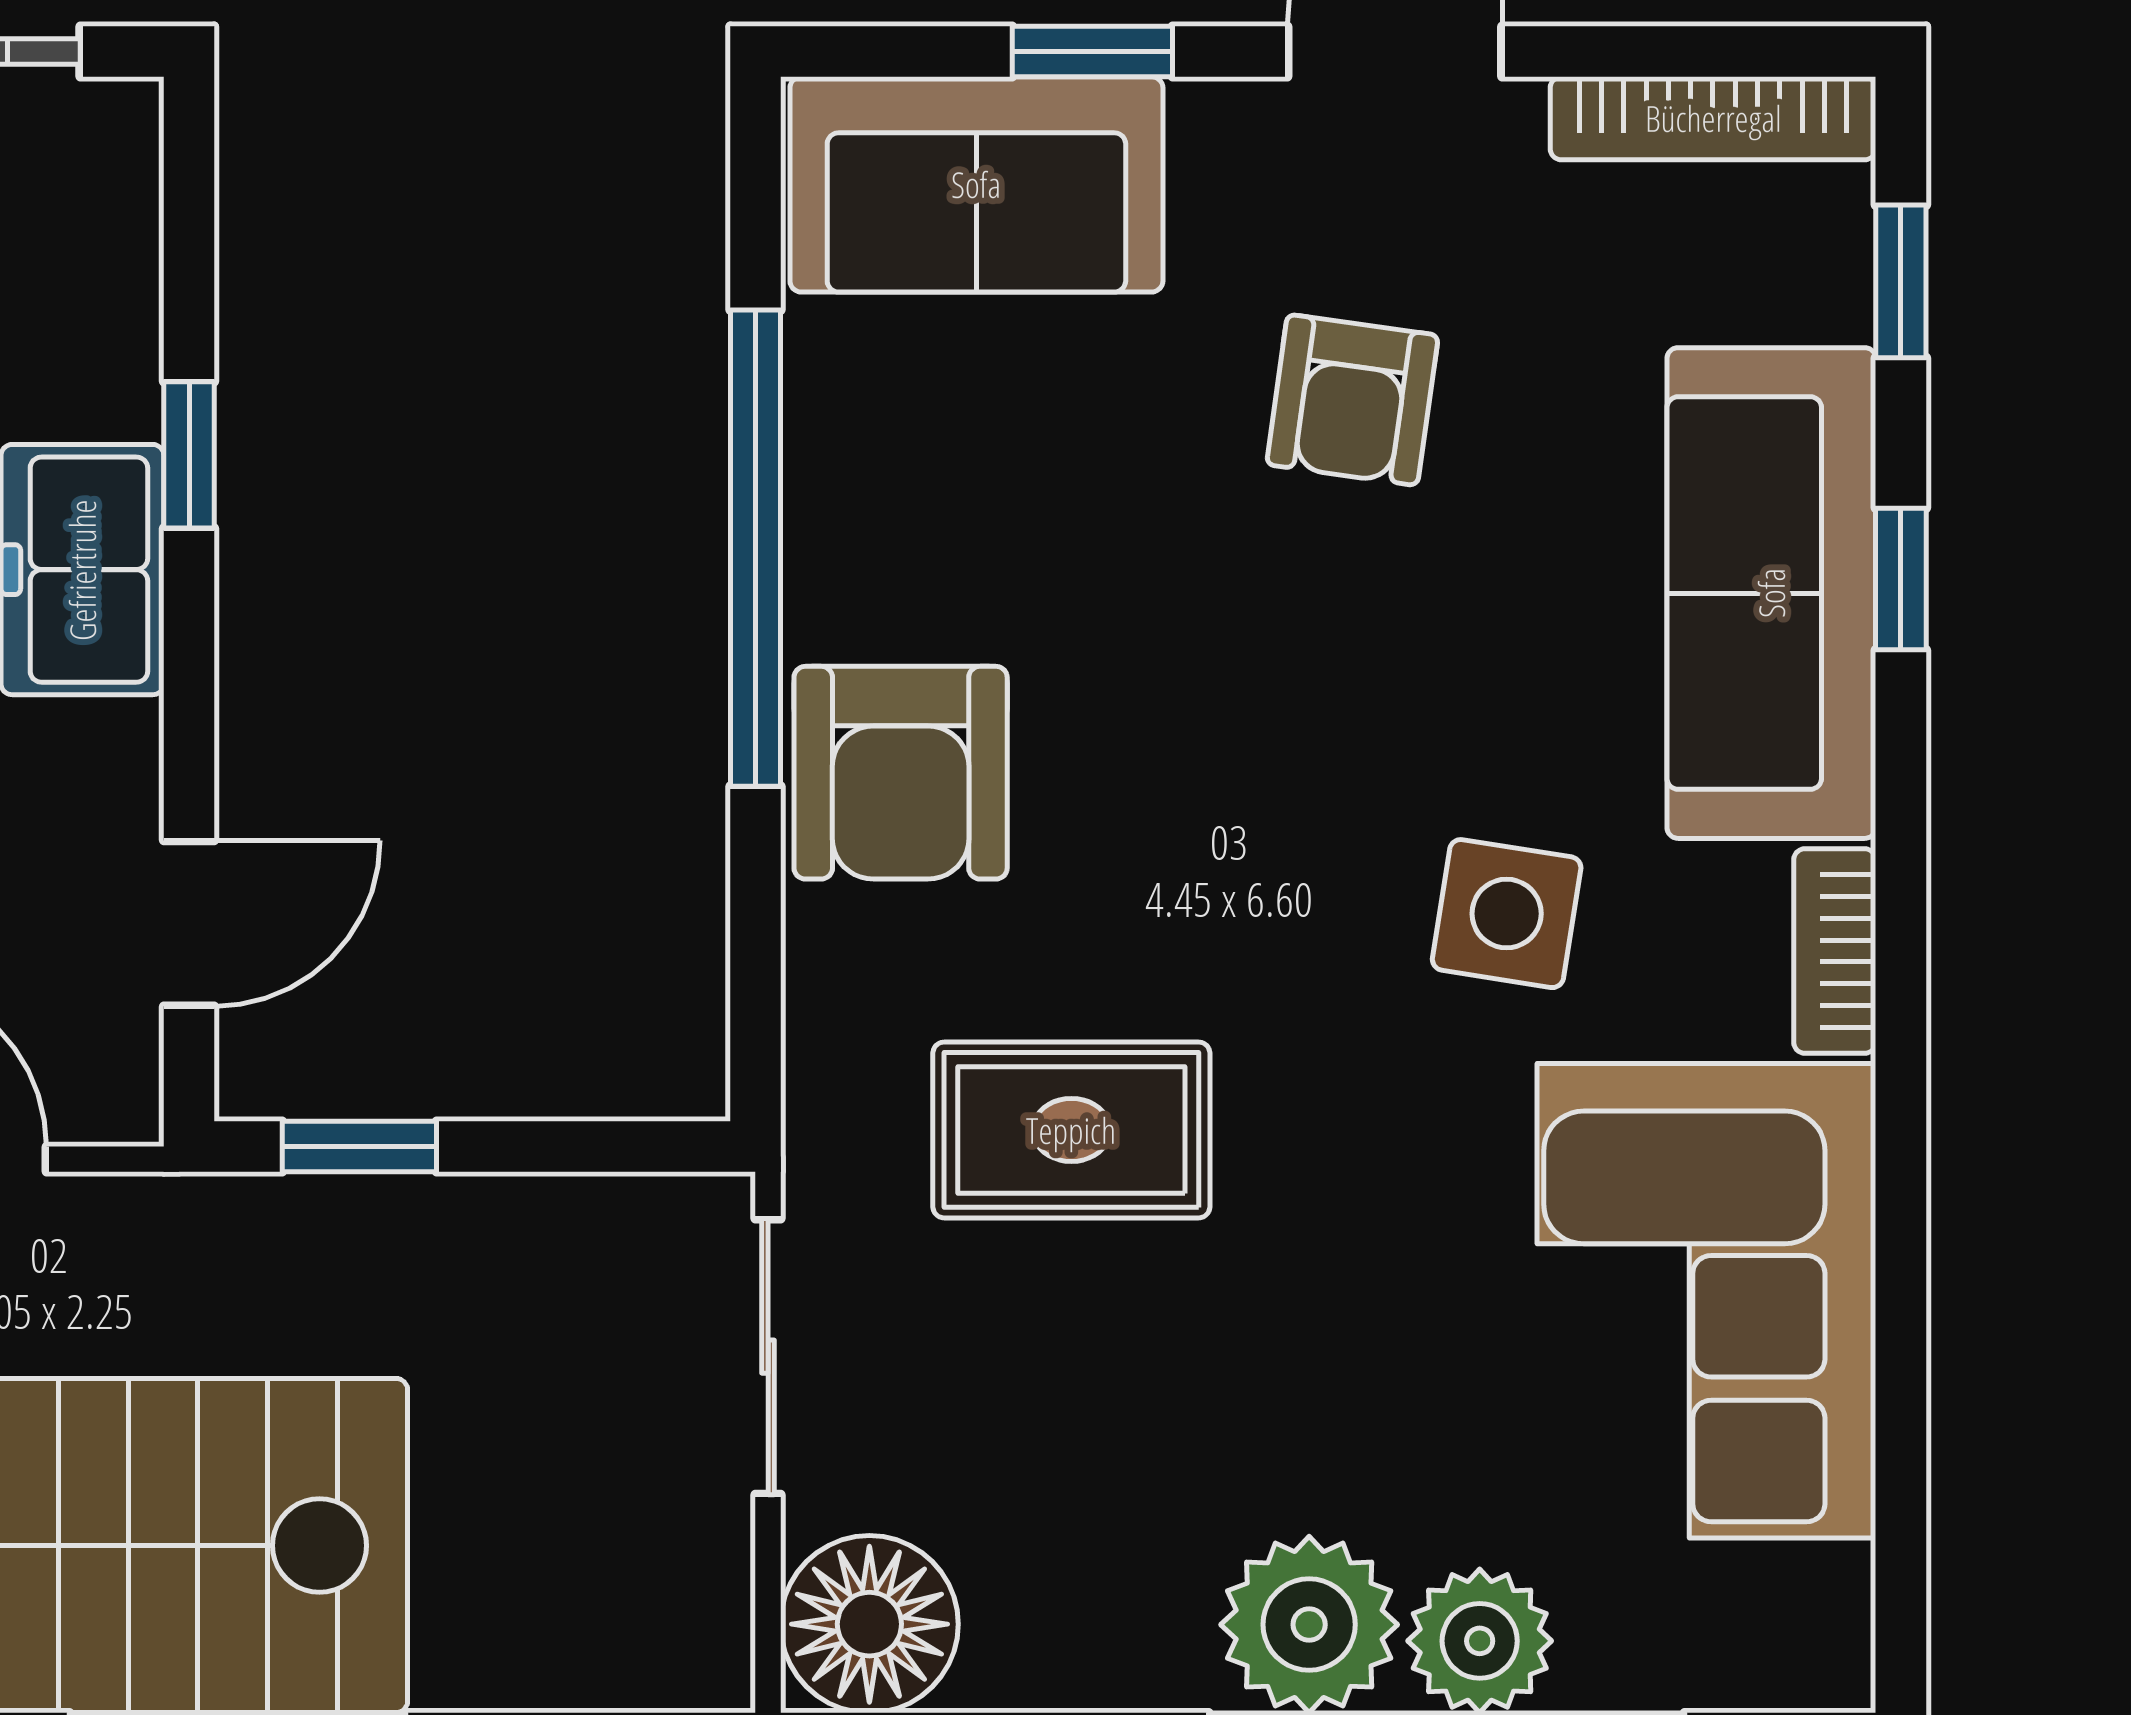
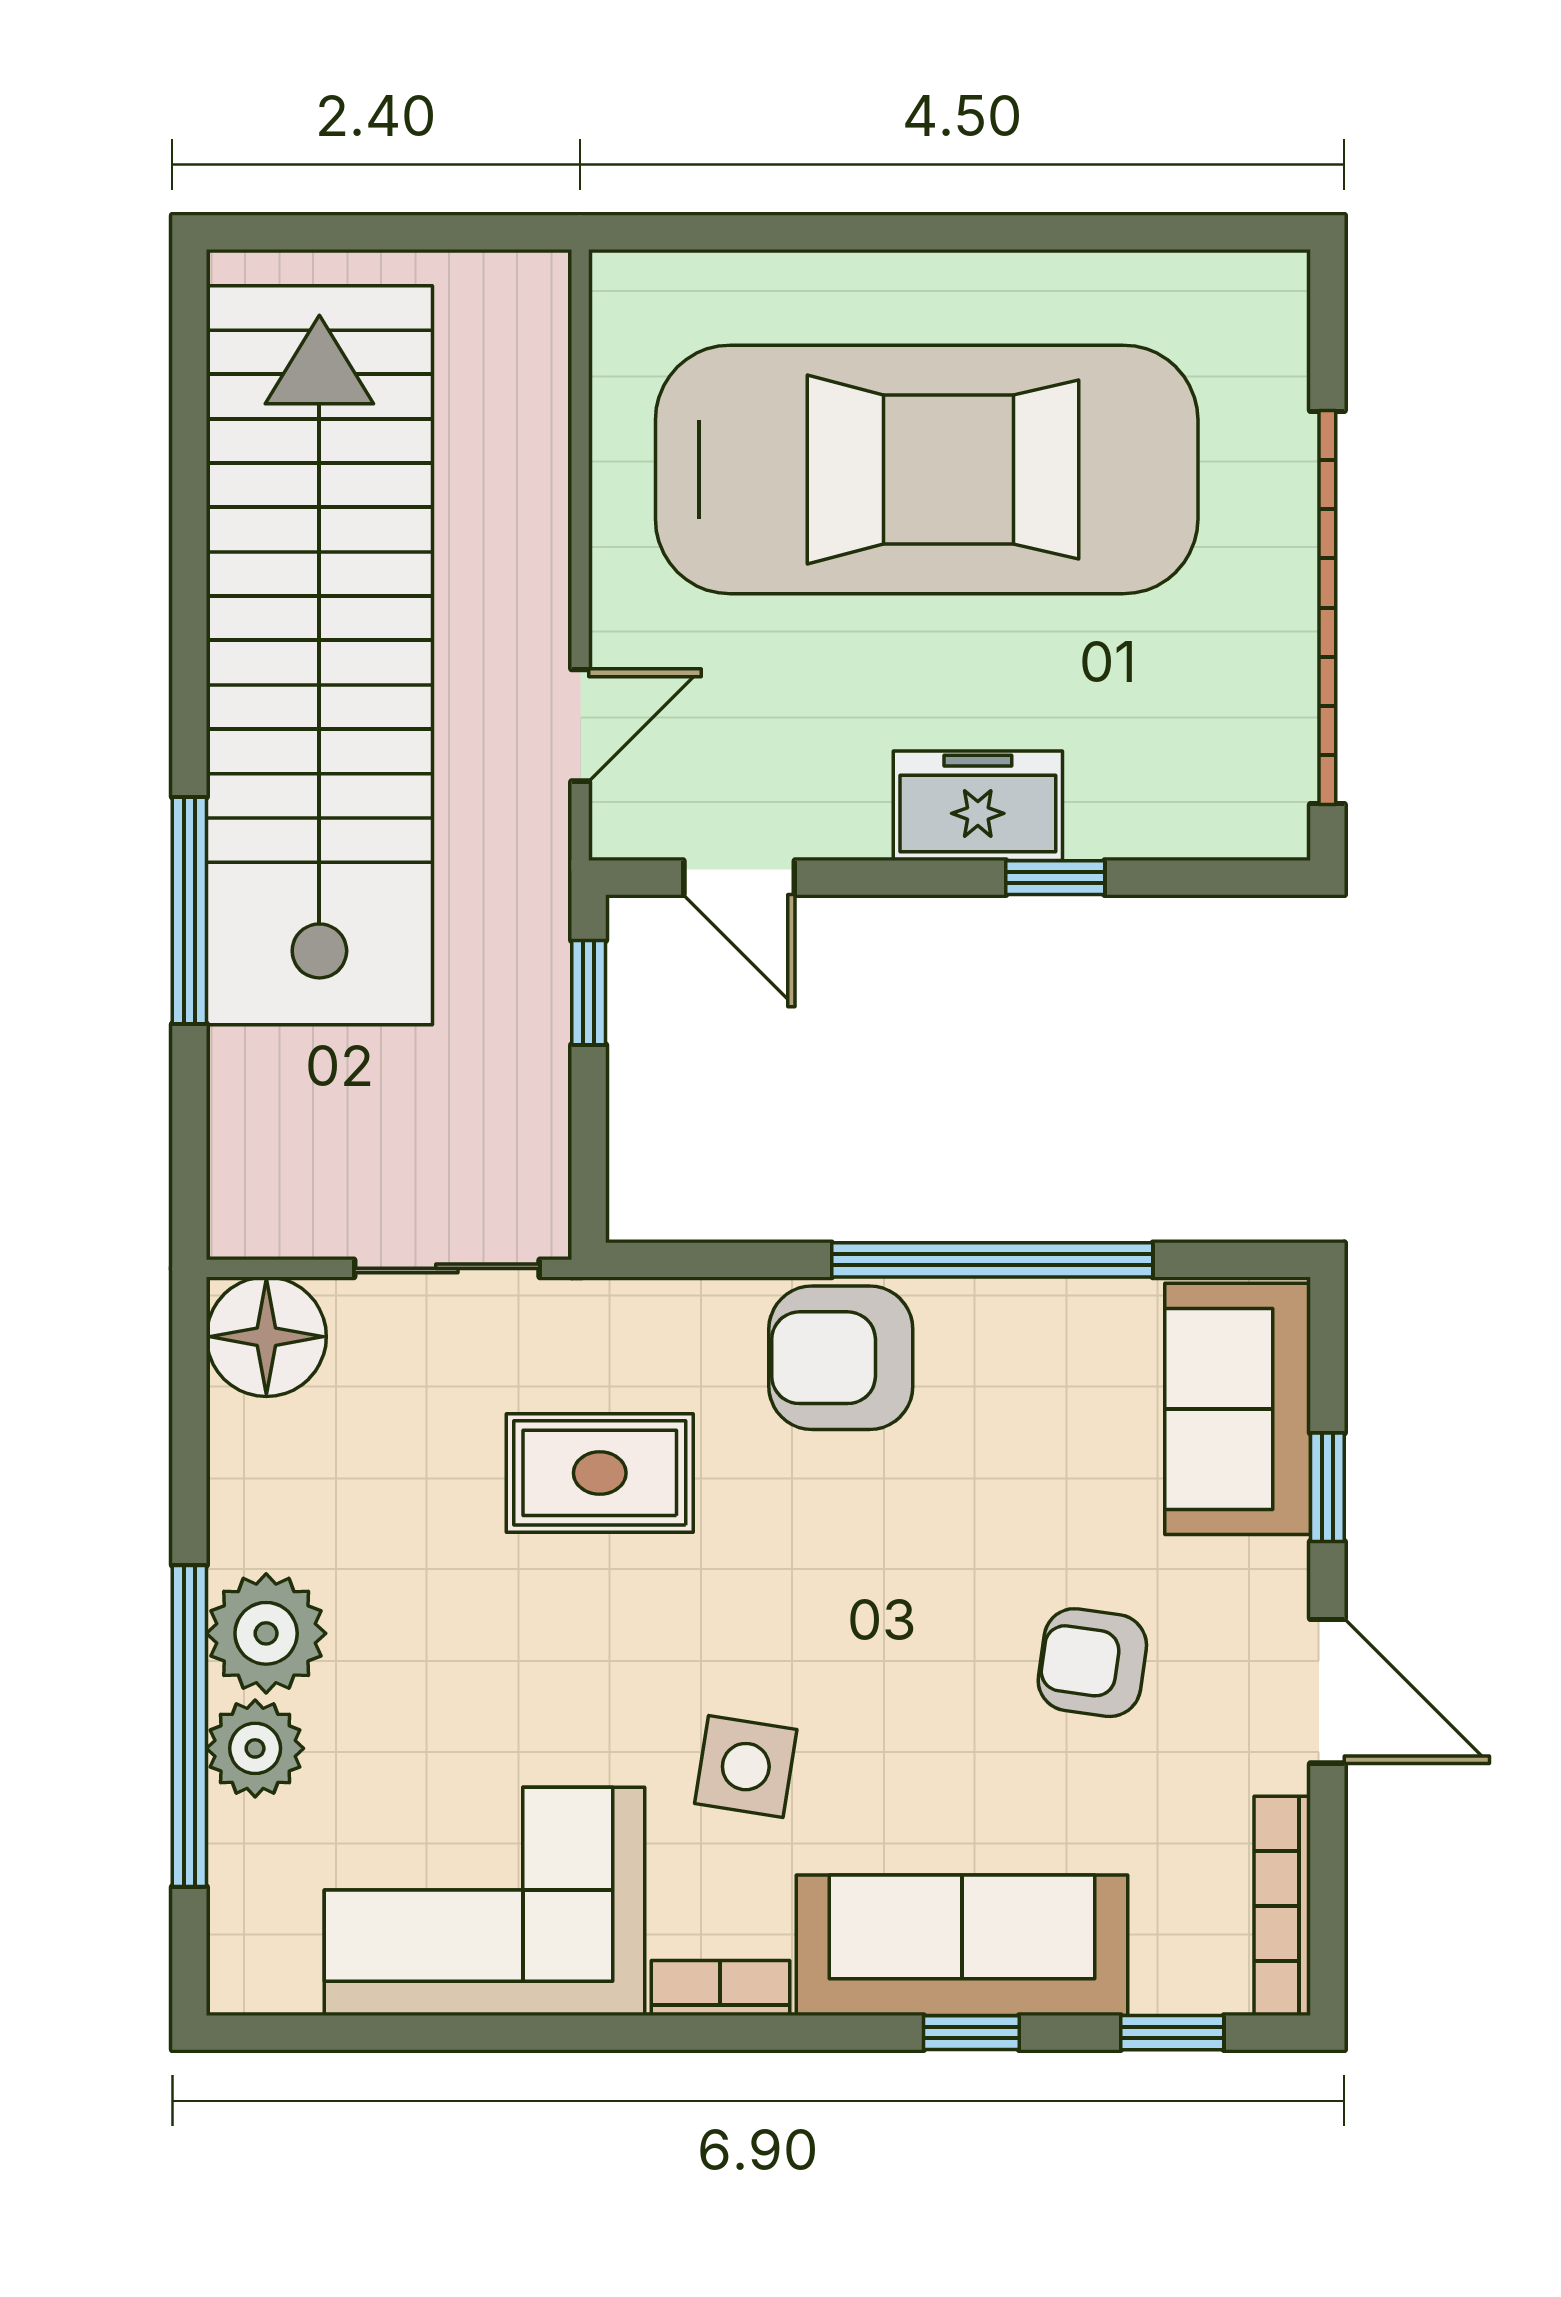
rug: (1071, 1130) -> (600, 1473), turned 90

